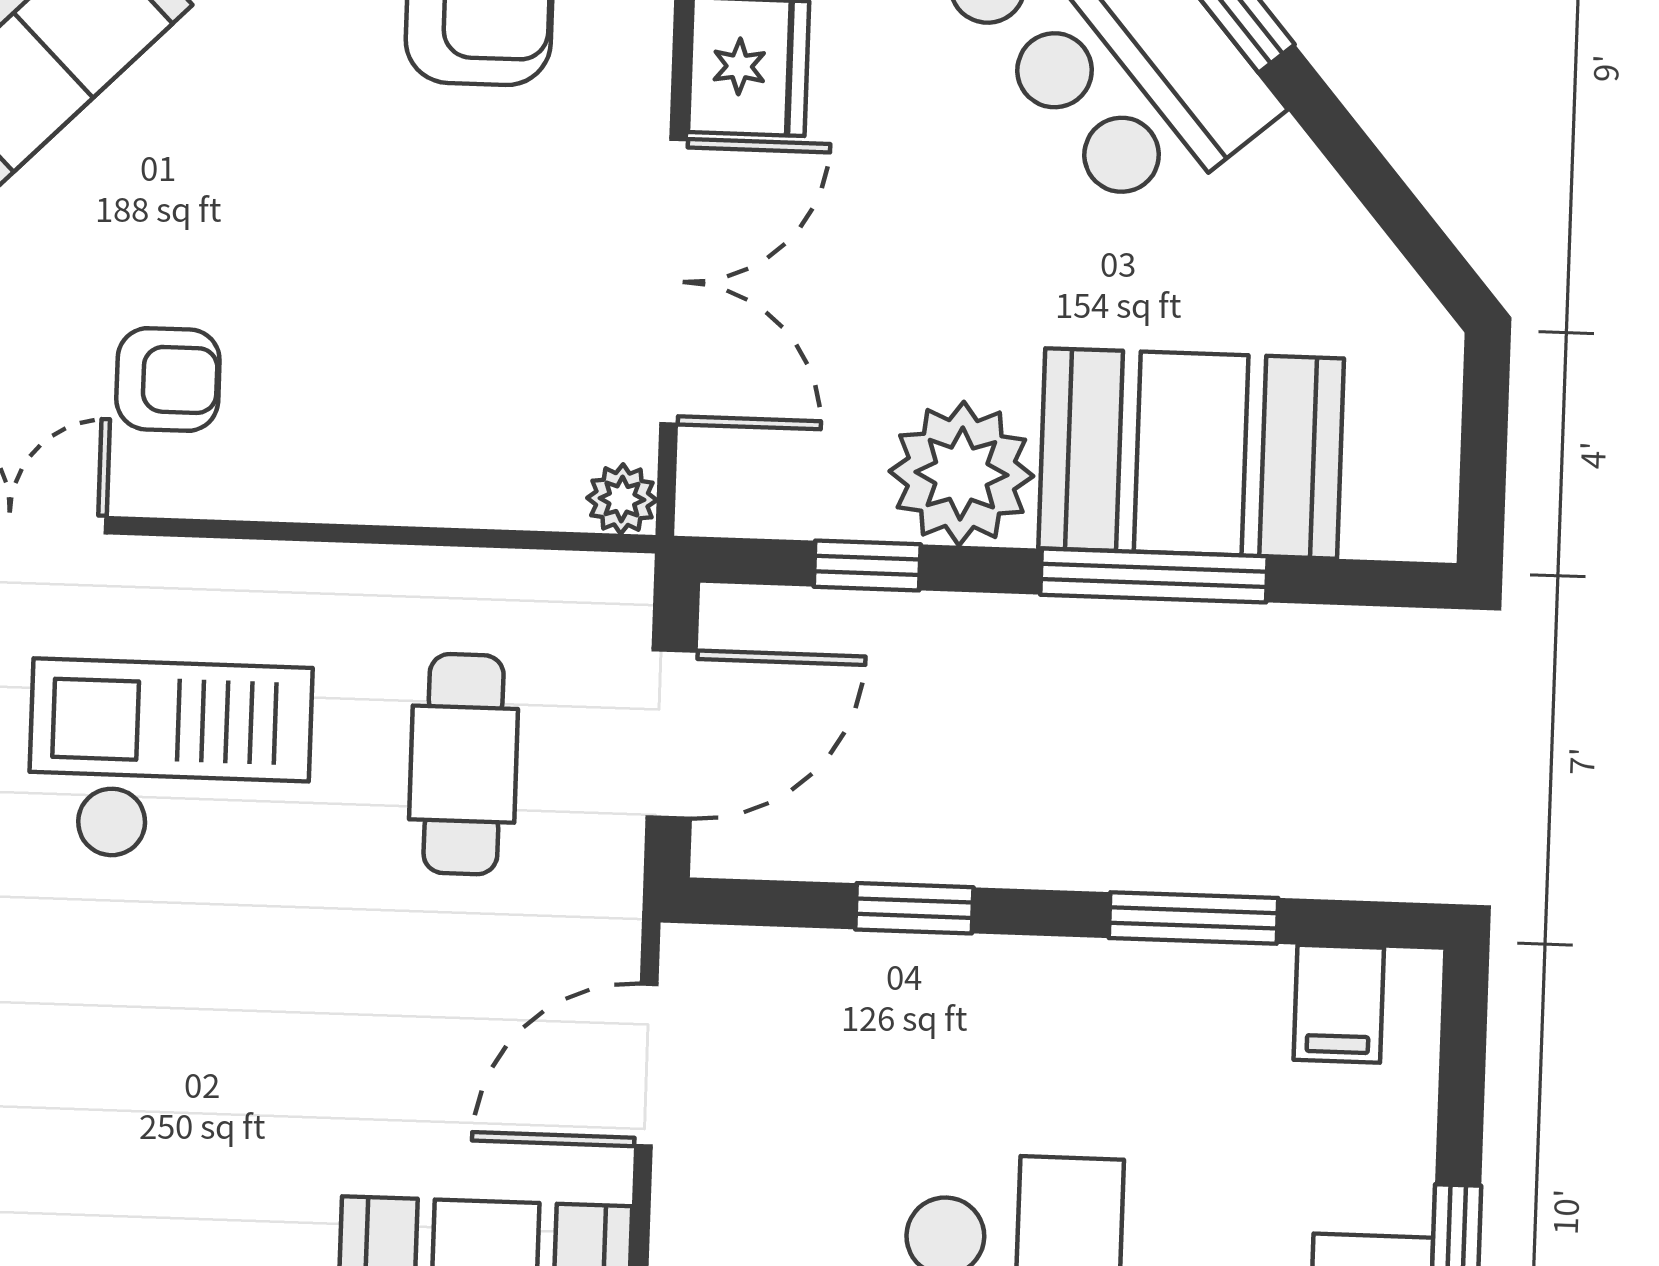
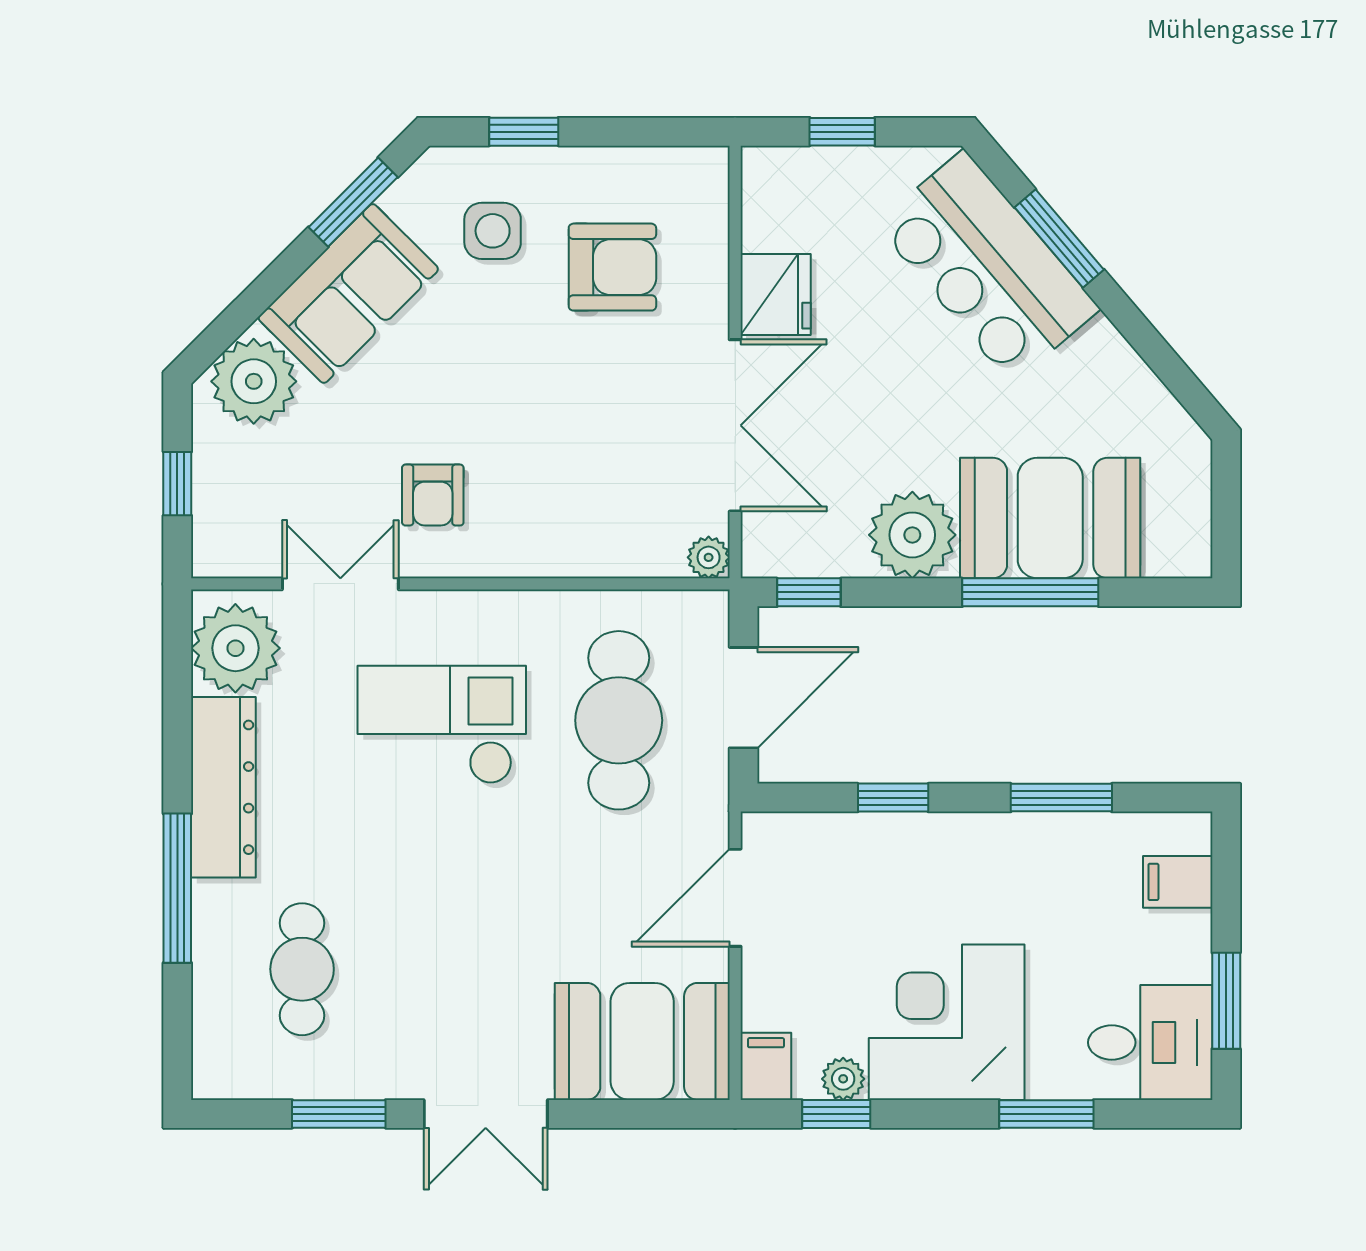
armchair: (168, 379) -> (433, 495), turned 90
window: (867, 565) -> (809, 592), moved
cafe table: (464, 764) -> (619, 720), width x1.37, depth x1.35
filing cabinet: (1339, 1004) -> (1178, 882), moved, turned 90

